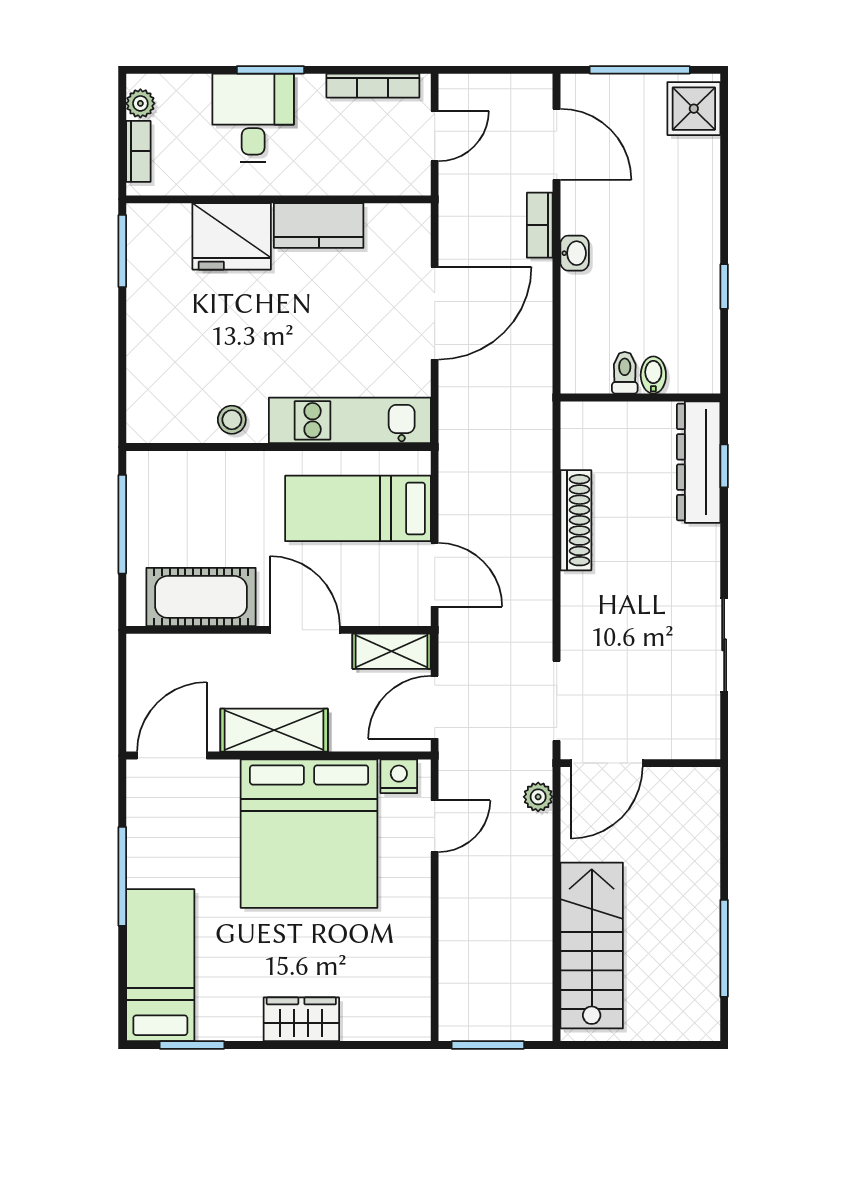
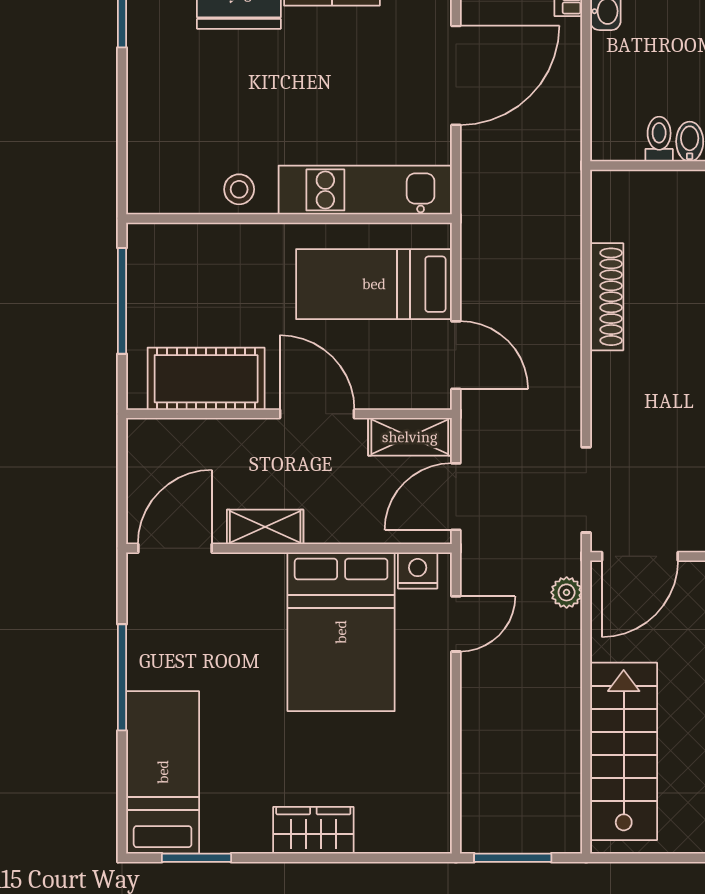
shelving: (274, 730) -> (265, 527), width x0.67, depth x0.75
bed: (309, 834) -> (341, 632), width x0.73

